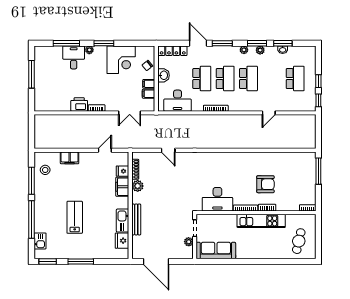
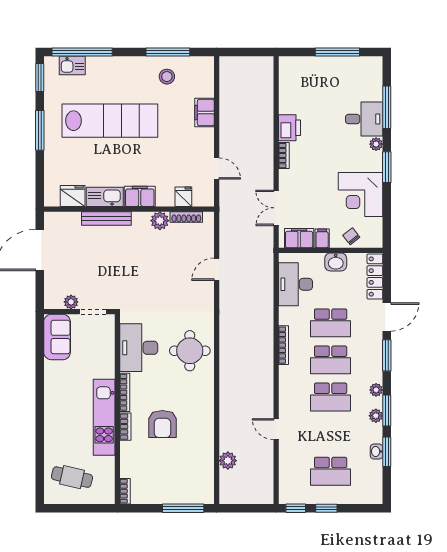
filing cabinet: (149, 94) -> (299, 238), width x2.00
plant: (288, 143) -> (228, 461), added
round table: (219, 167) -> (190, 351), added
stool: (45, 170) -> (167, 77), moved
filing cabinet: (122, 187) -> (140, 196), moved
lab bench: (75, 217) -> (110, 121), width x1.86, depth x1.39
window: (32, 219) -> (82, 52), moved
sofa: (216, 250) -> (57, 337), width x0.73

